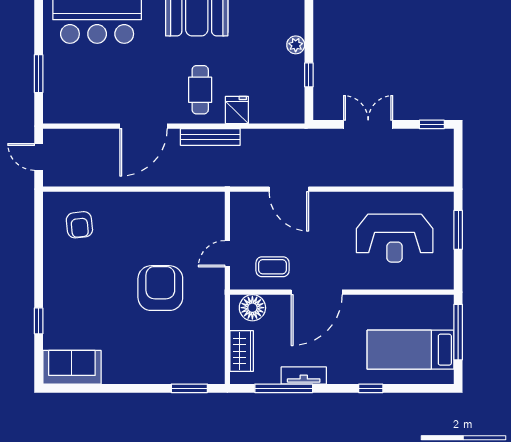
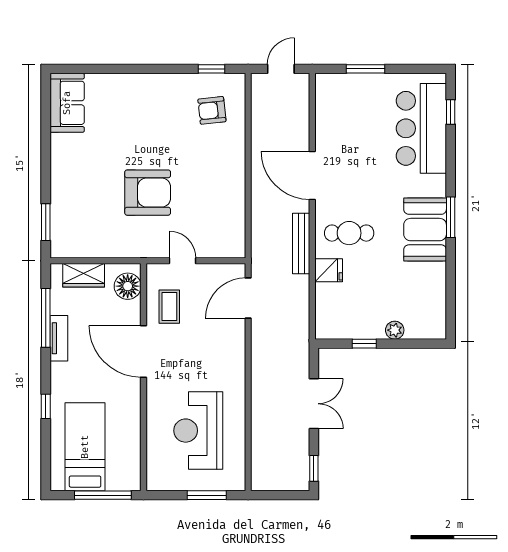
door: (289, 189) -> (248, 298), moved
window: (39, 321) -> (212, 69), moved

